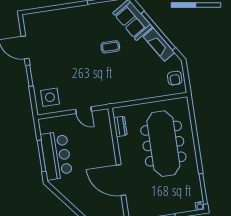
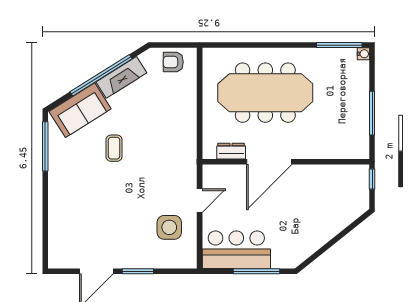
armchair: (175, 78) -> (173, 62), turned 180
side table: (50, 97) -> (169, 227), moved
bar counter: (56, 156) -> (236, 250), moved
door: (121, 180) -> (269, 162), moved

